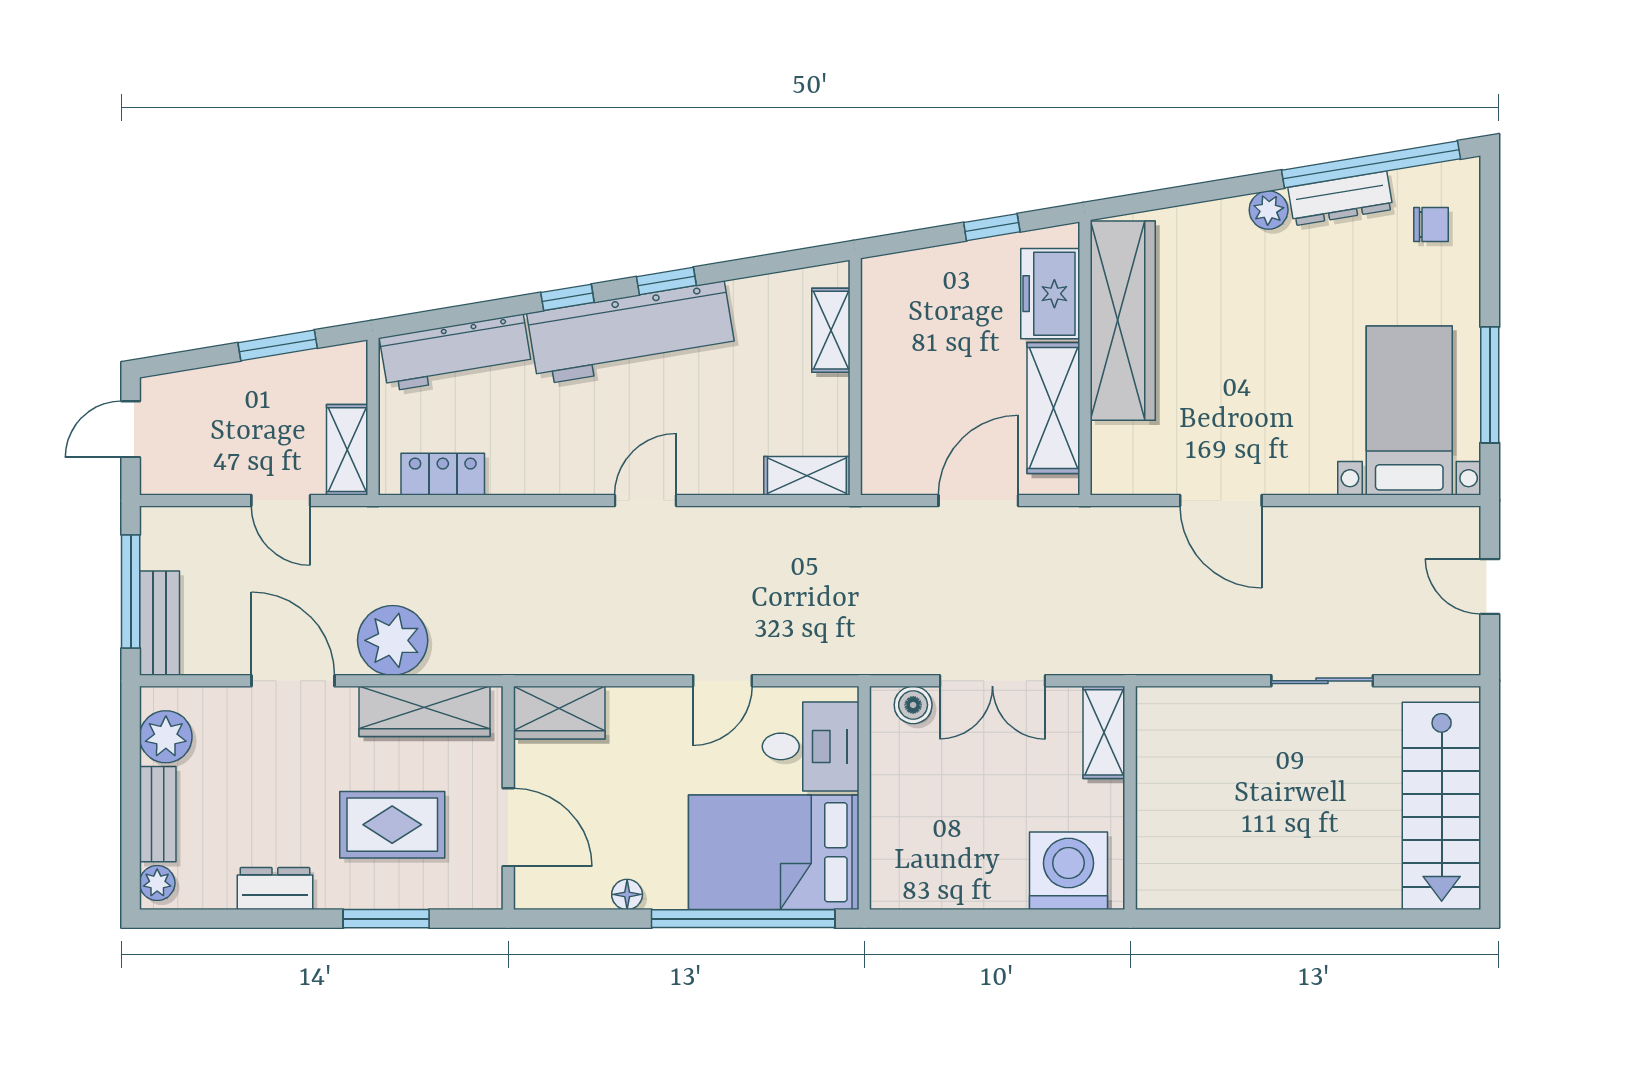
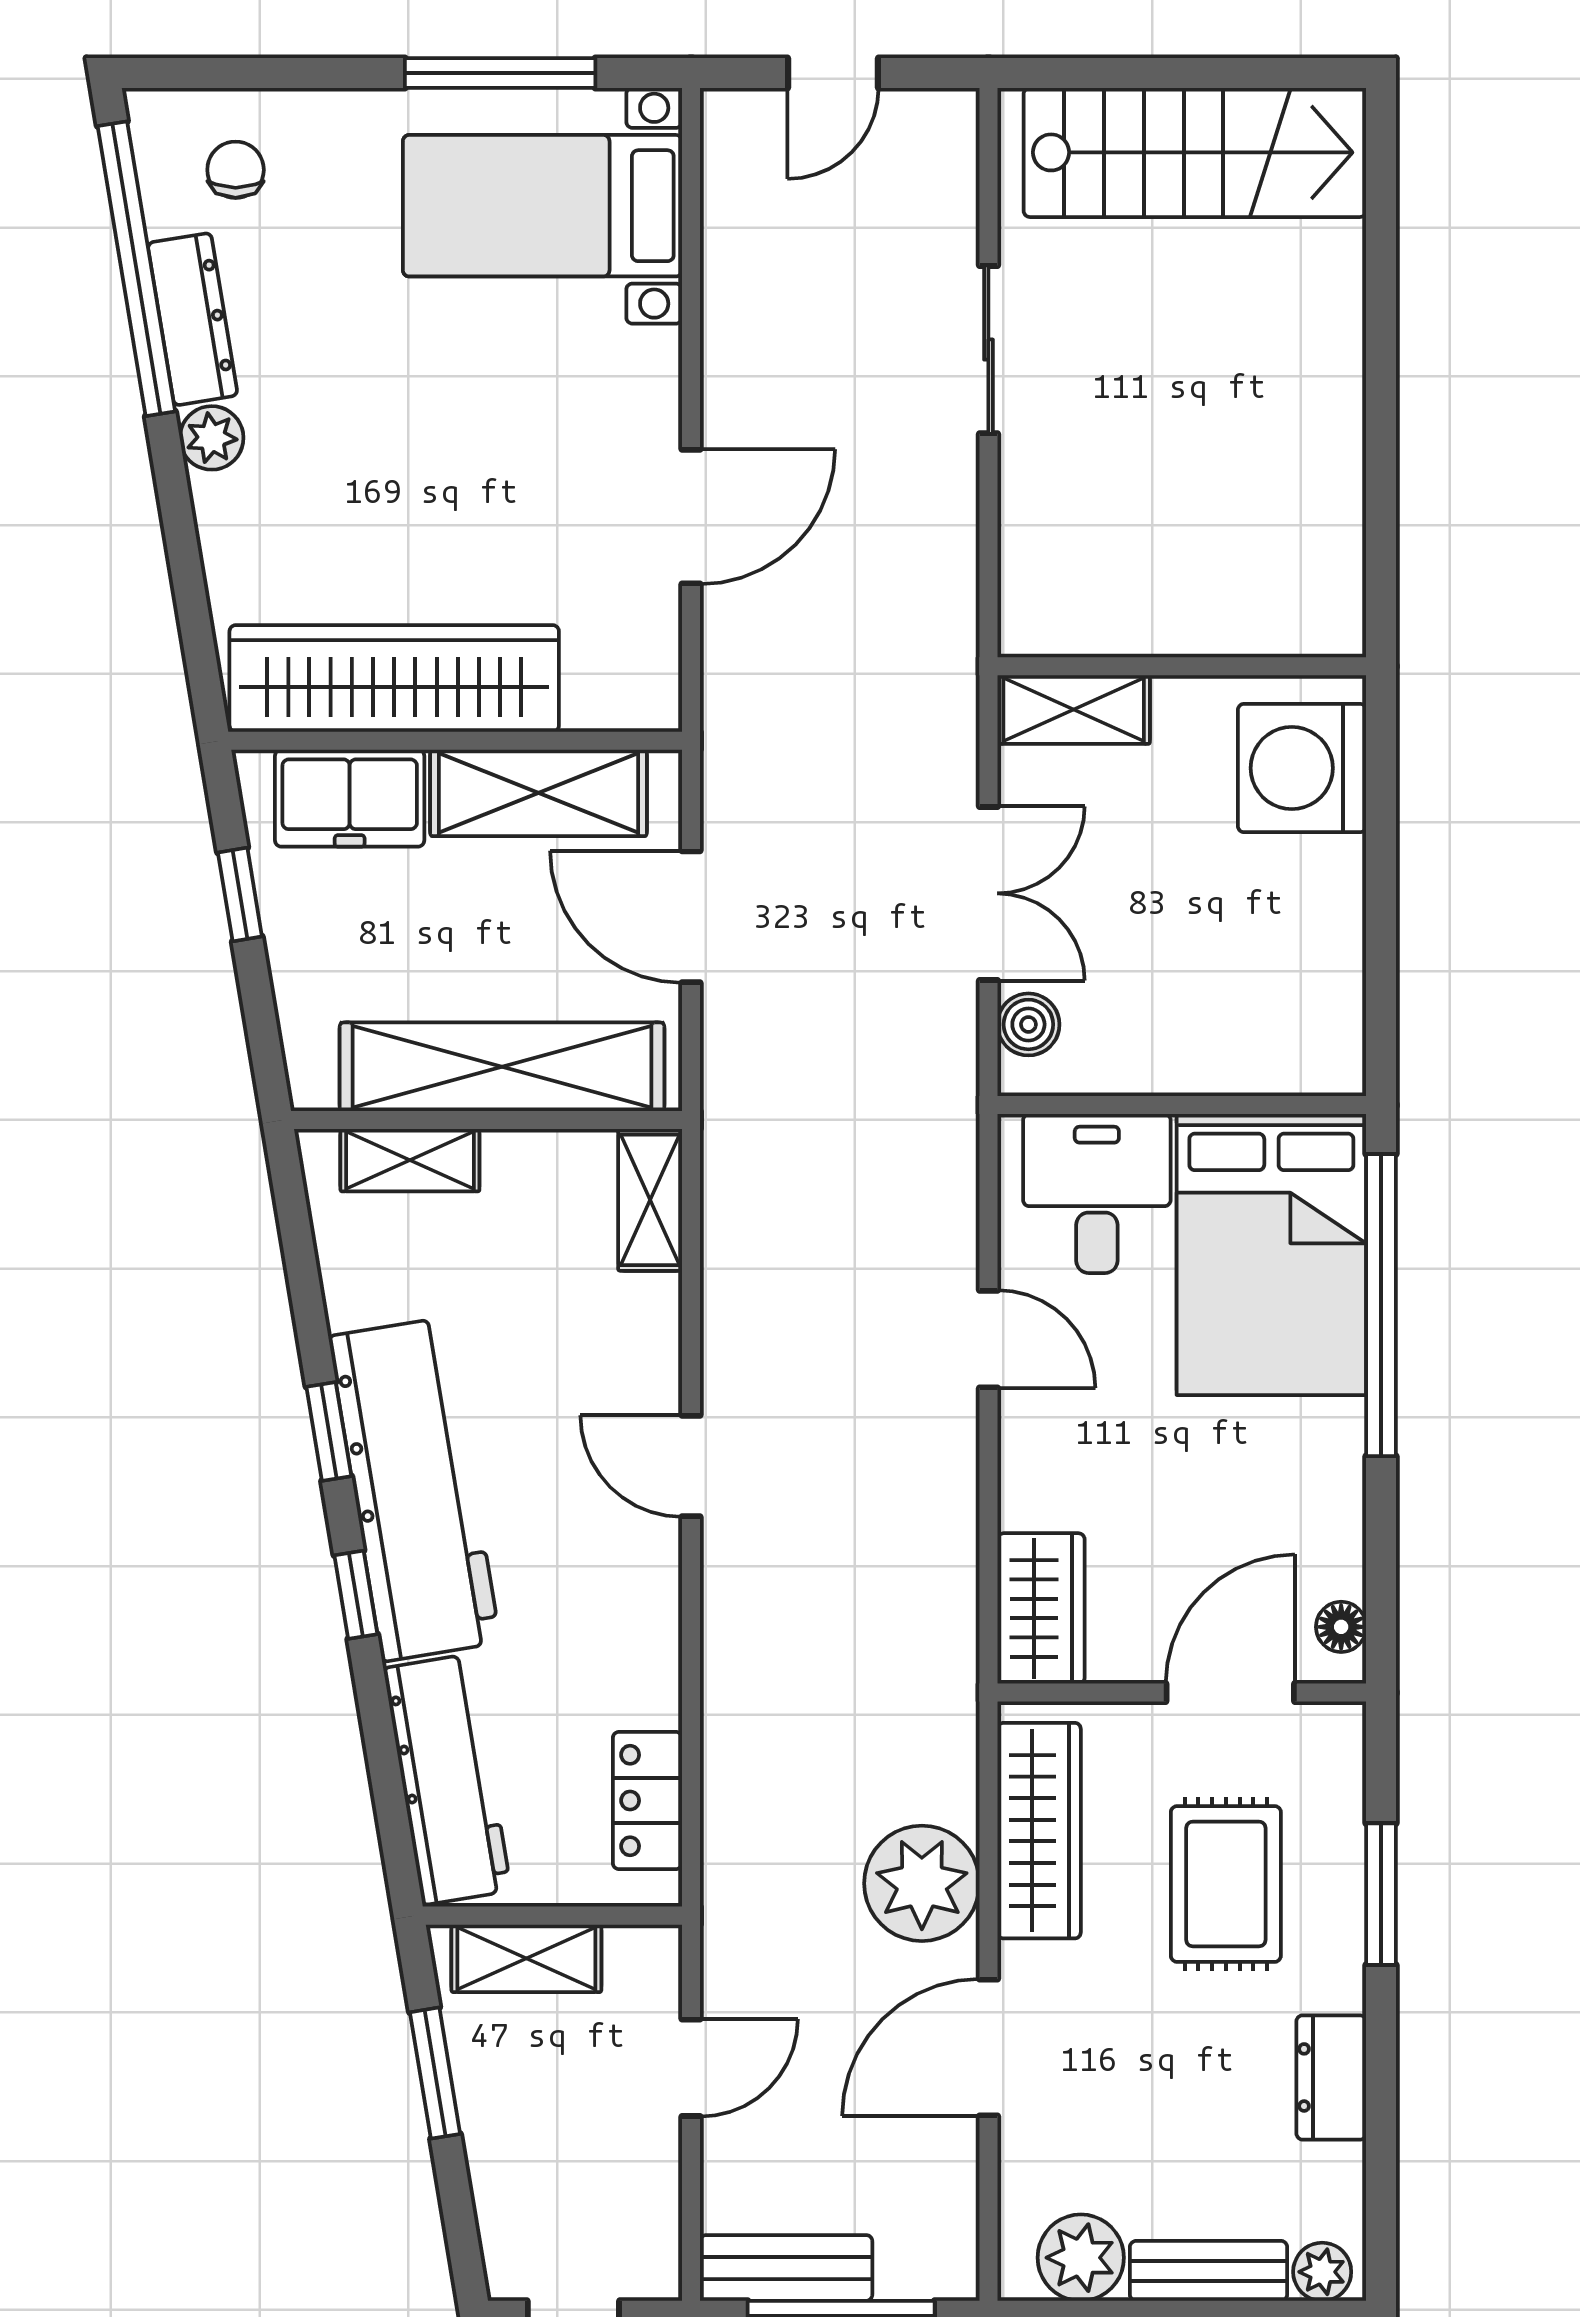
shelving: (887, 386) -> (502, 1067), added
shelving: (347, 450) -> (526, 1958), moved
bench: (160, 623) -> (786, 2268), moved
floor lamp: (627, 894) -> (1341, 1627), moved

